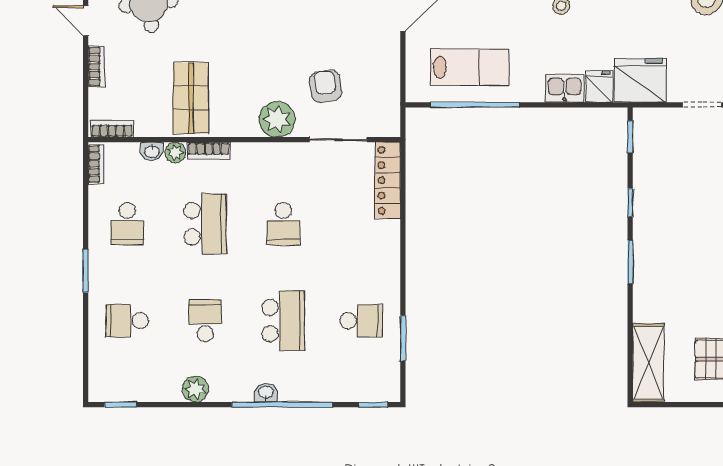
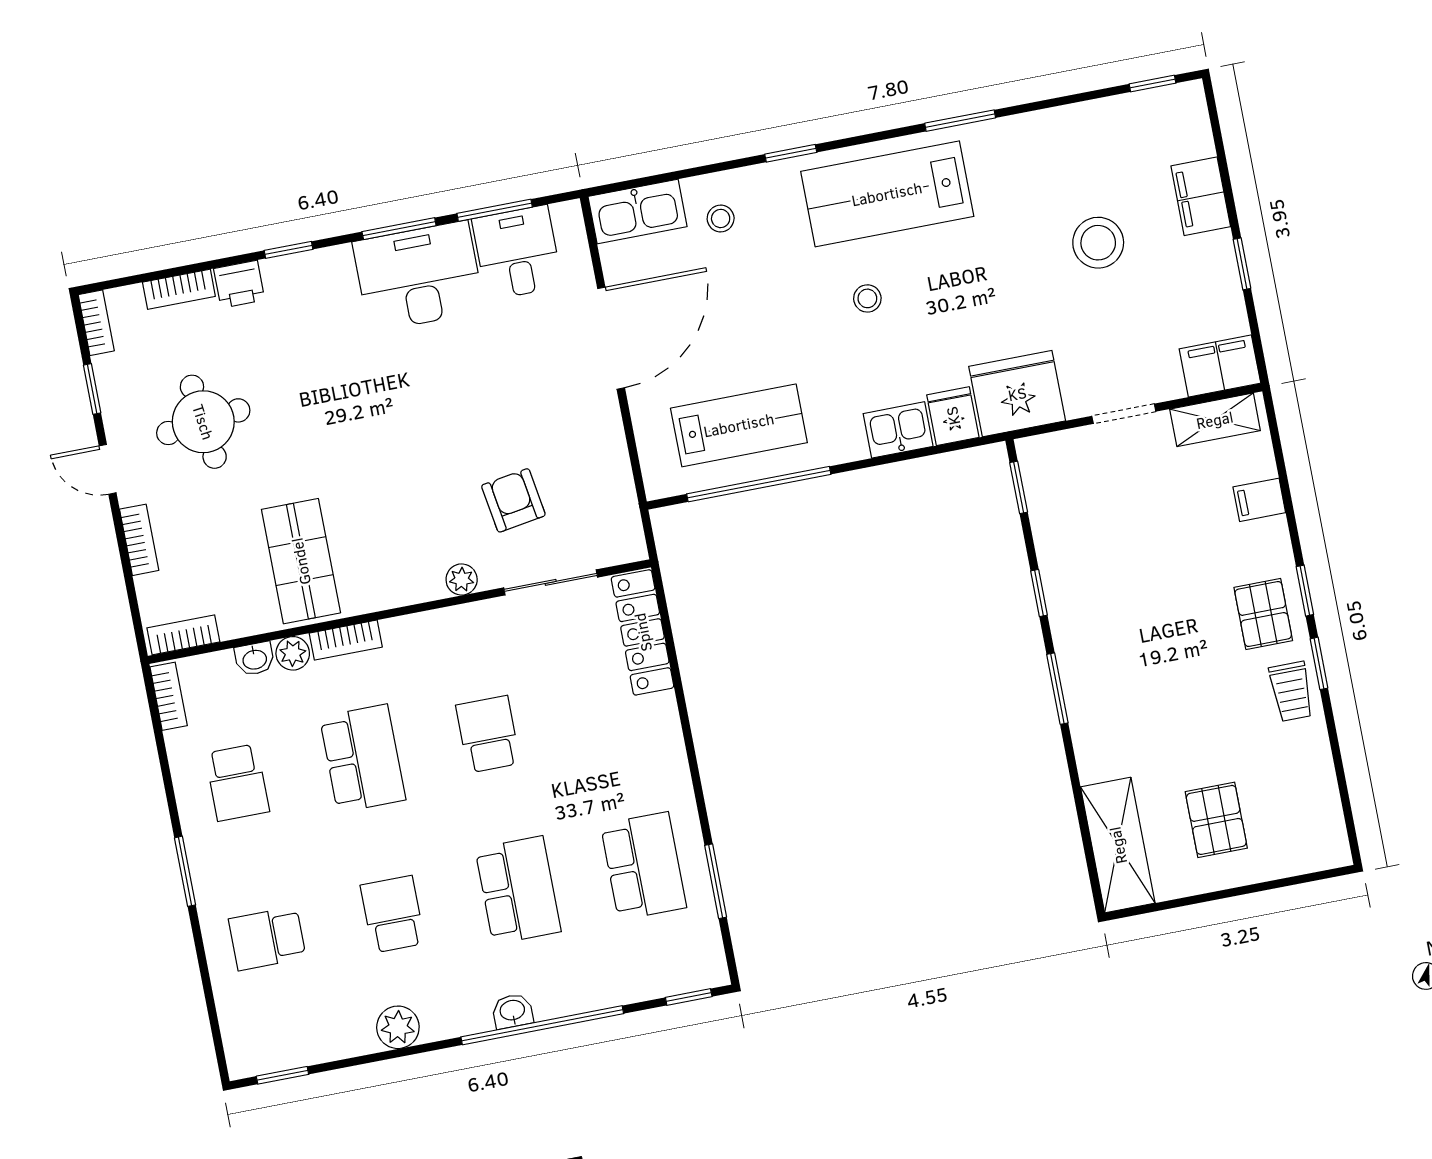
plant: (277, 119) -> (462, 580), width x0.53, depth x0.53
school desk: (283, 224) -> (488, 734), turned 180
school desk: (361, 321) -> (643, 866), width x1.85

